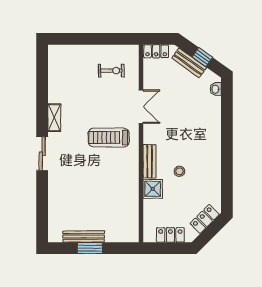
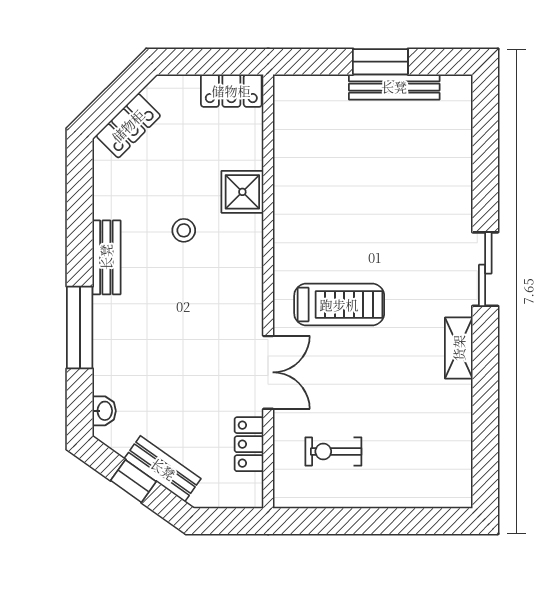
locker: (156, 51) -> (249, 444), moved, turned -90
double door: (141, 107) -> (268, 372), swing flipped
window: (227, 127) -> (80, 328), added
bench: (150, 161) -> (106, 257), moved
locker: (170, 235) -> (231, 91), moved

